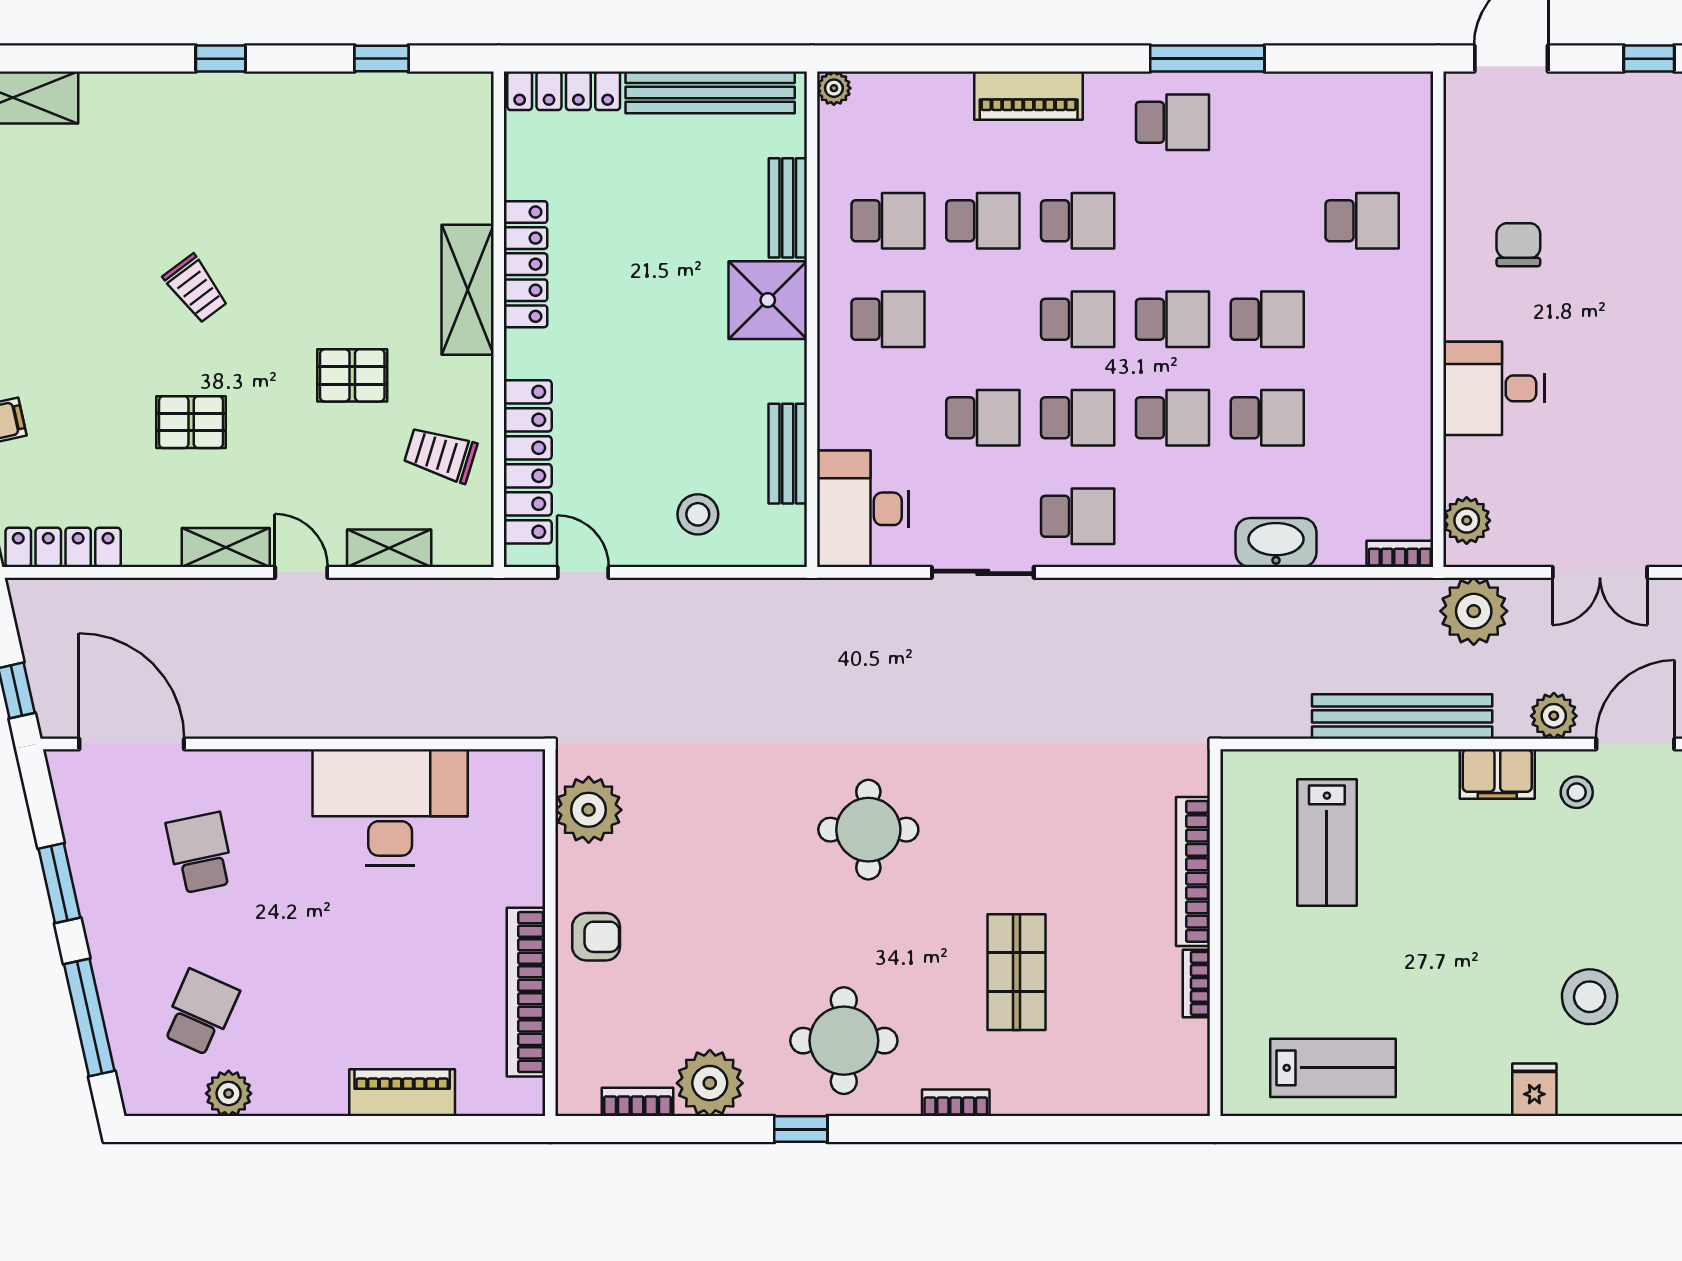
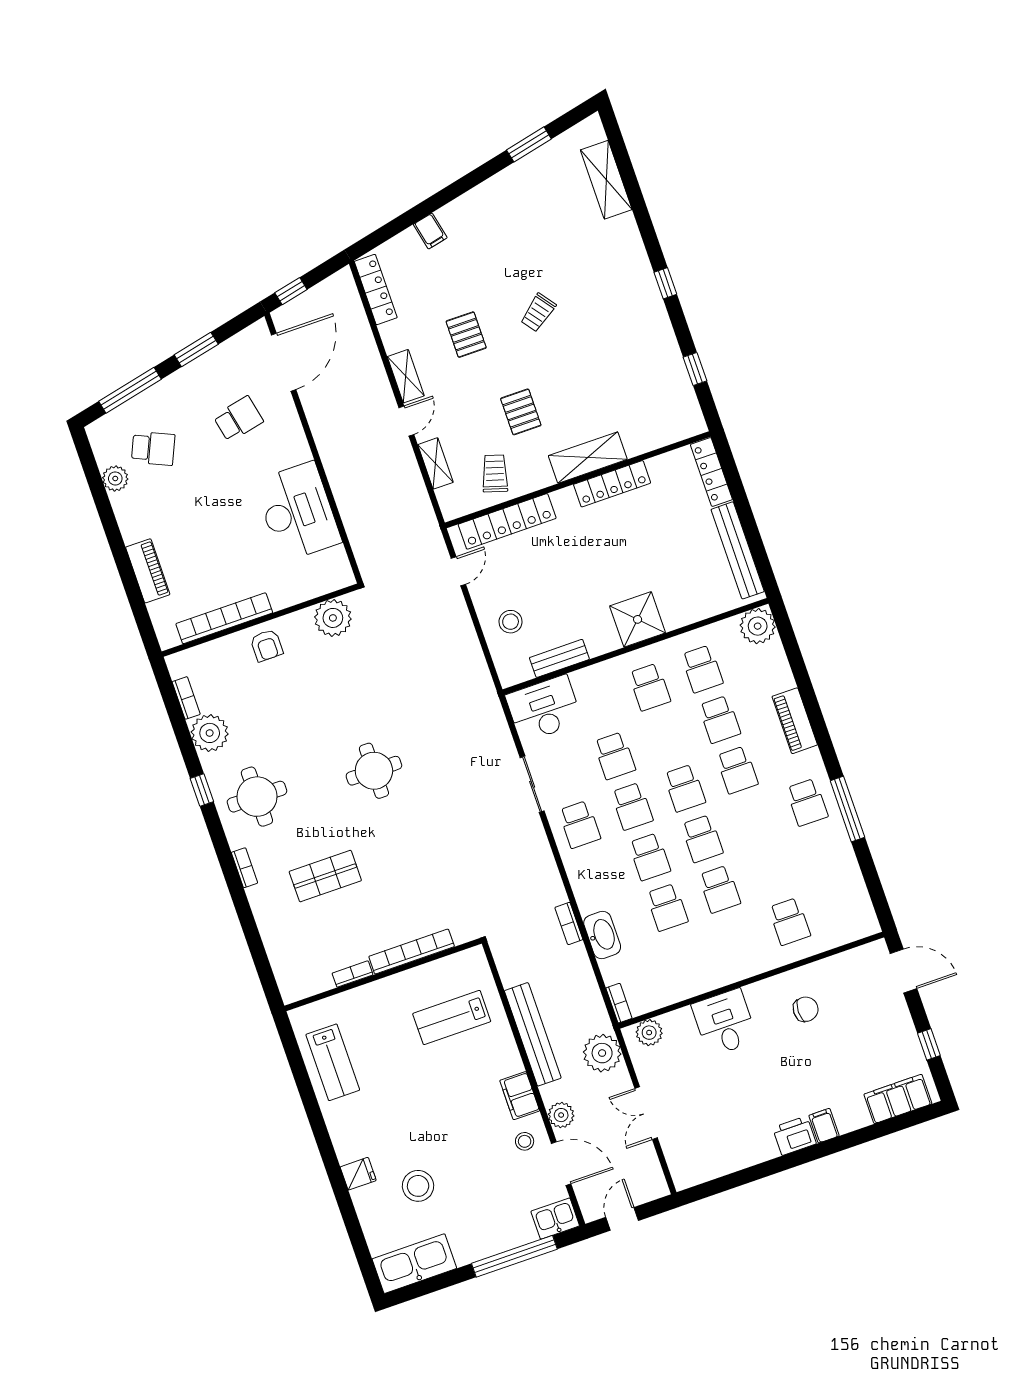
plant: (834, 88) -> (758, 626), width x1.87, depth x1.87
bench: (788, 208) -> (690, 613), removed
bookcase: (1237, 592) -> (569, 923), added

